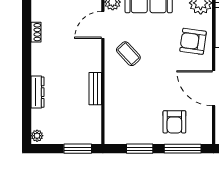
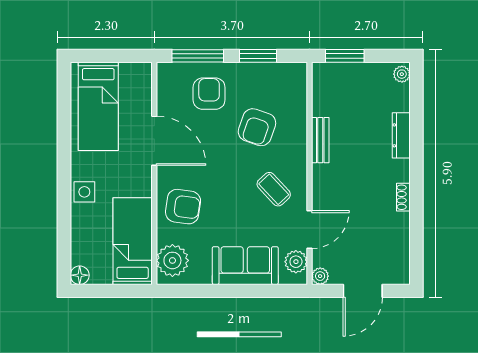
shoe rack: (36, 32) -> (403, 197), moved
armchair: (140, 98) -> (257, 127), added

